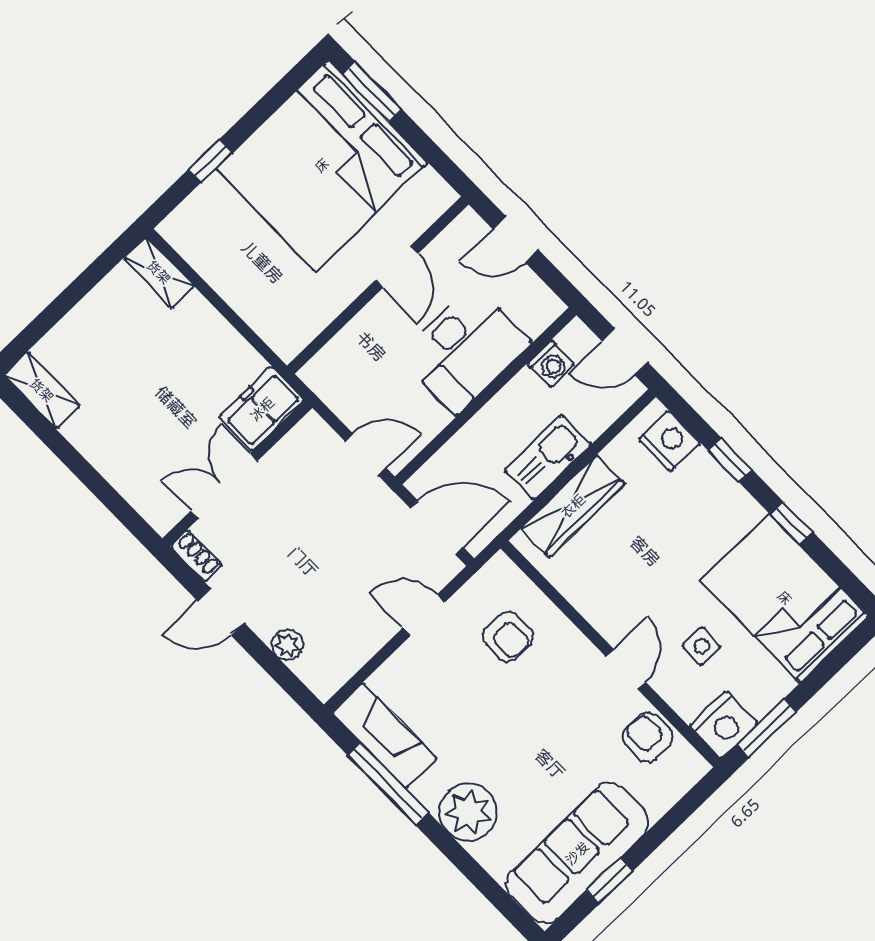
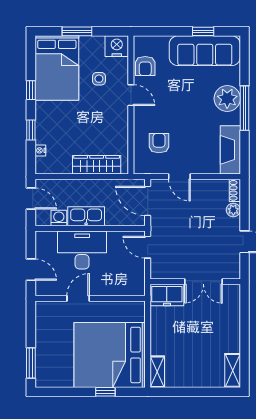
bed: (322, 165) -> (110, 355), moved, turned 180
nightstand: (670, 441) -> (40, 150), width x0.53, depth x0.56
kitchen sink: (548, 457) -> (86, 216), moved, turned 180
shoe rack: (196, 556) -> (235, 190), moved
door: (626, 669) -> (131, 95), swing flipped
window: (767, 728) -> (77, 31), moved
window: (388, 784) -> (244, 108), moved

